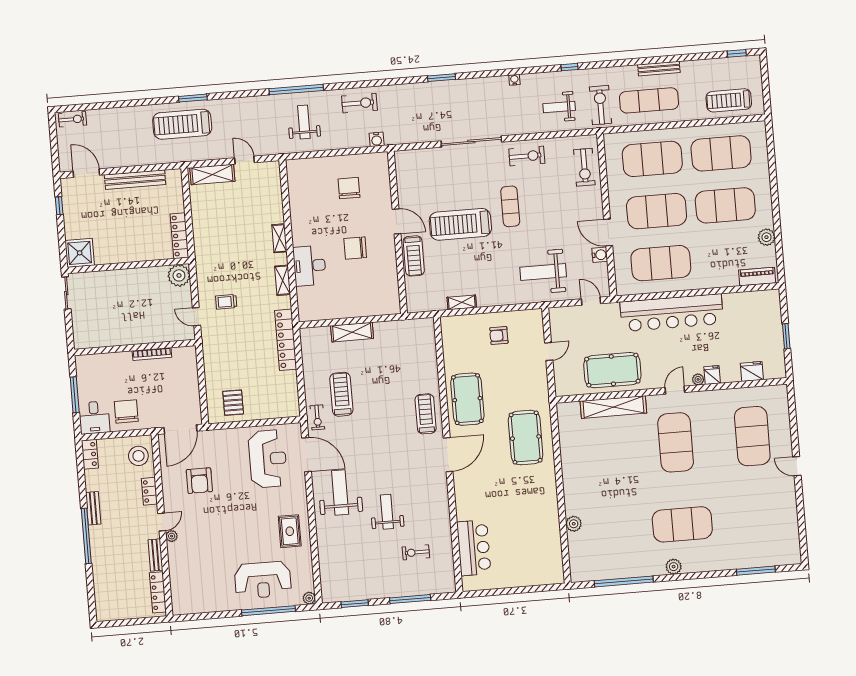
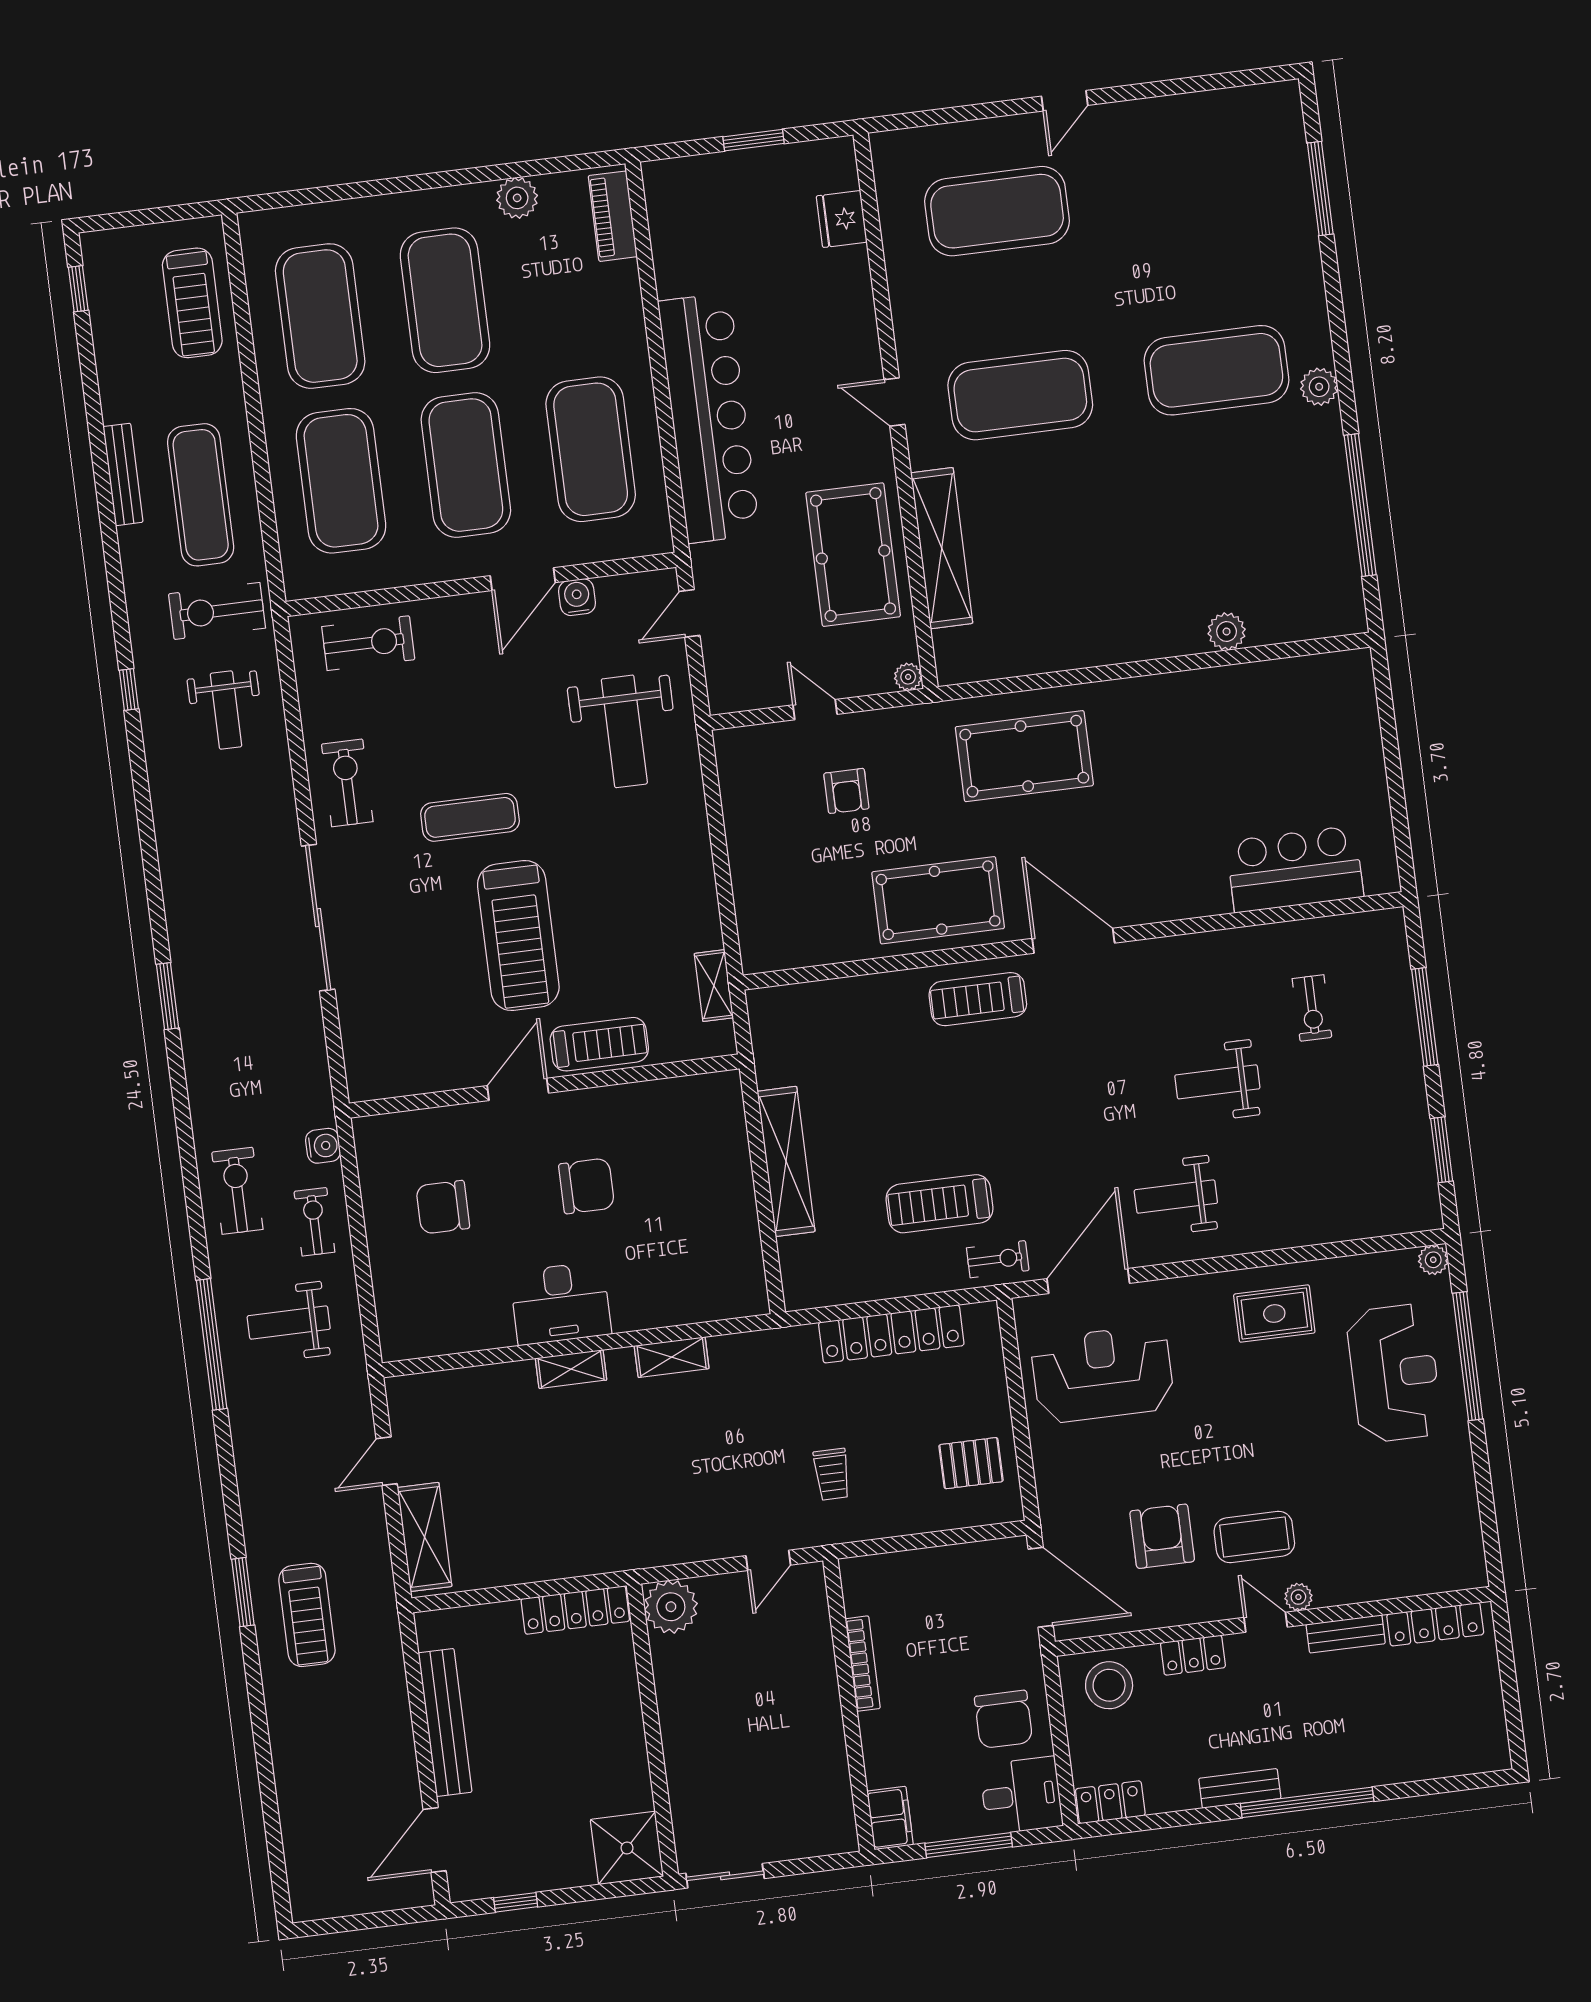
water cooler: (514, 80) -> (165, 820), removed
exercise bike: (72, 119) -> (314, 1222), moved
treadmill: (182, 124) -> (307, 1615), width x0.73, depth x0.73
chair: (355, 248) -> (587, 1186), turned -90
desk: (309, 266) -> (561, 1303), moved
trolley: (226, 302) -> (832, 1474), moved
shelving: (462, 302) -> (714, 986), moved
shelving: (352, 332) -> (786, 1161), width x1.47
armchair: (499, 335) -> (846, 791), moved
locker: (286, 340) -> (891, 1334), moved
filing cabinet: (87, 363) -> (890, 1818), added
fridge: (712, 375) -> (854, 314), removed
plant: (698, 379) -> (908, 677), moved
chair: (126, 411) -> (1003, 1719), turned -90
armchair: (199, 481) -> (1162, 1536), turned -90
weight bench: (340, 492) -> (1176, 1197), width x0.73, depth x0.75
coffee table: (197, 519) -> (1254, 1537), added
exercise mat: (682, 524) -> (1216, 370), turned 90

